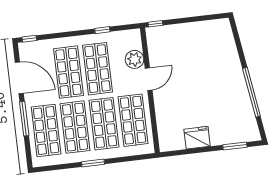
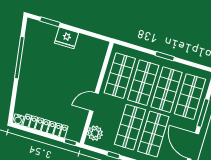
water cooler: (223, 24) -> (18, 120), added
locker: (190, 30) -> (45, 126), added
plant: (135, 59) -> (95, 133), moved
fridge: (197, 138) -> (67, 38), moved

